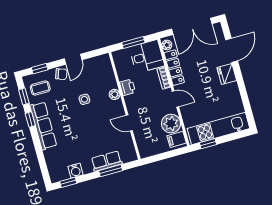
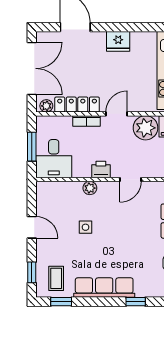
desk: (147, 56) -> (54, 159), moved, turned 180
chair: (61, 74) -> (46, 247), removed
fridge: (227, 74) -> (118, 41), moved
printer: (127, 87) -> (101, 170), moved
window: (30, 119) -> (136, 302), moved

